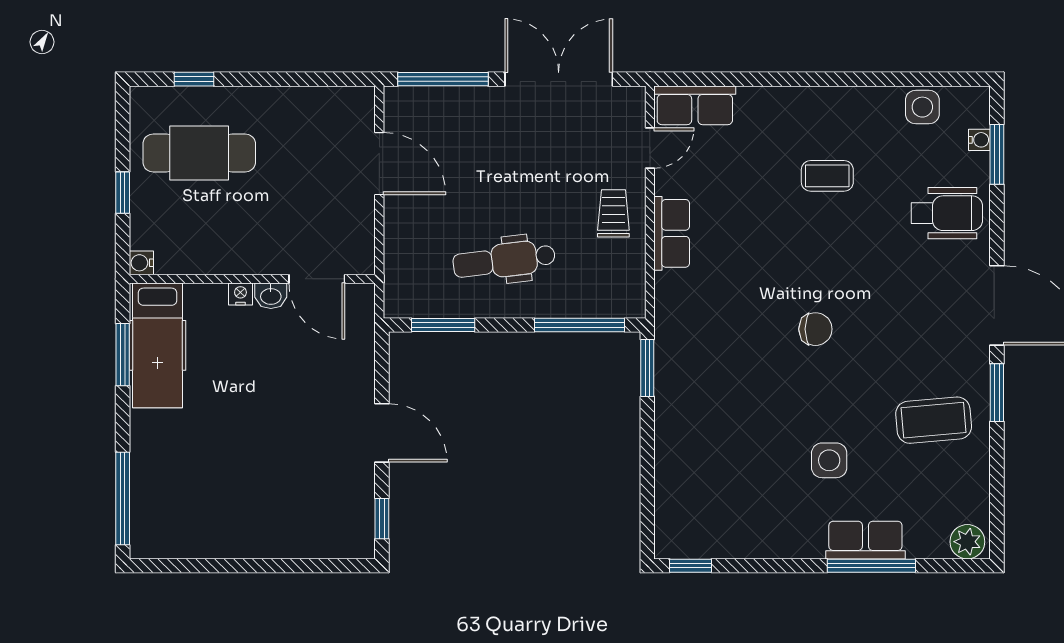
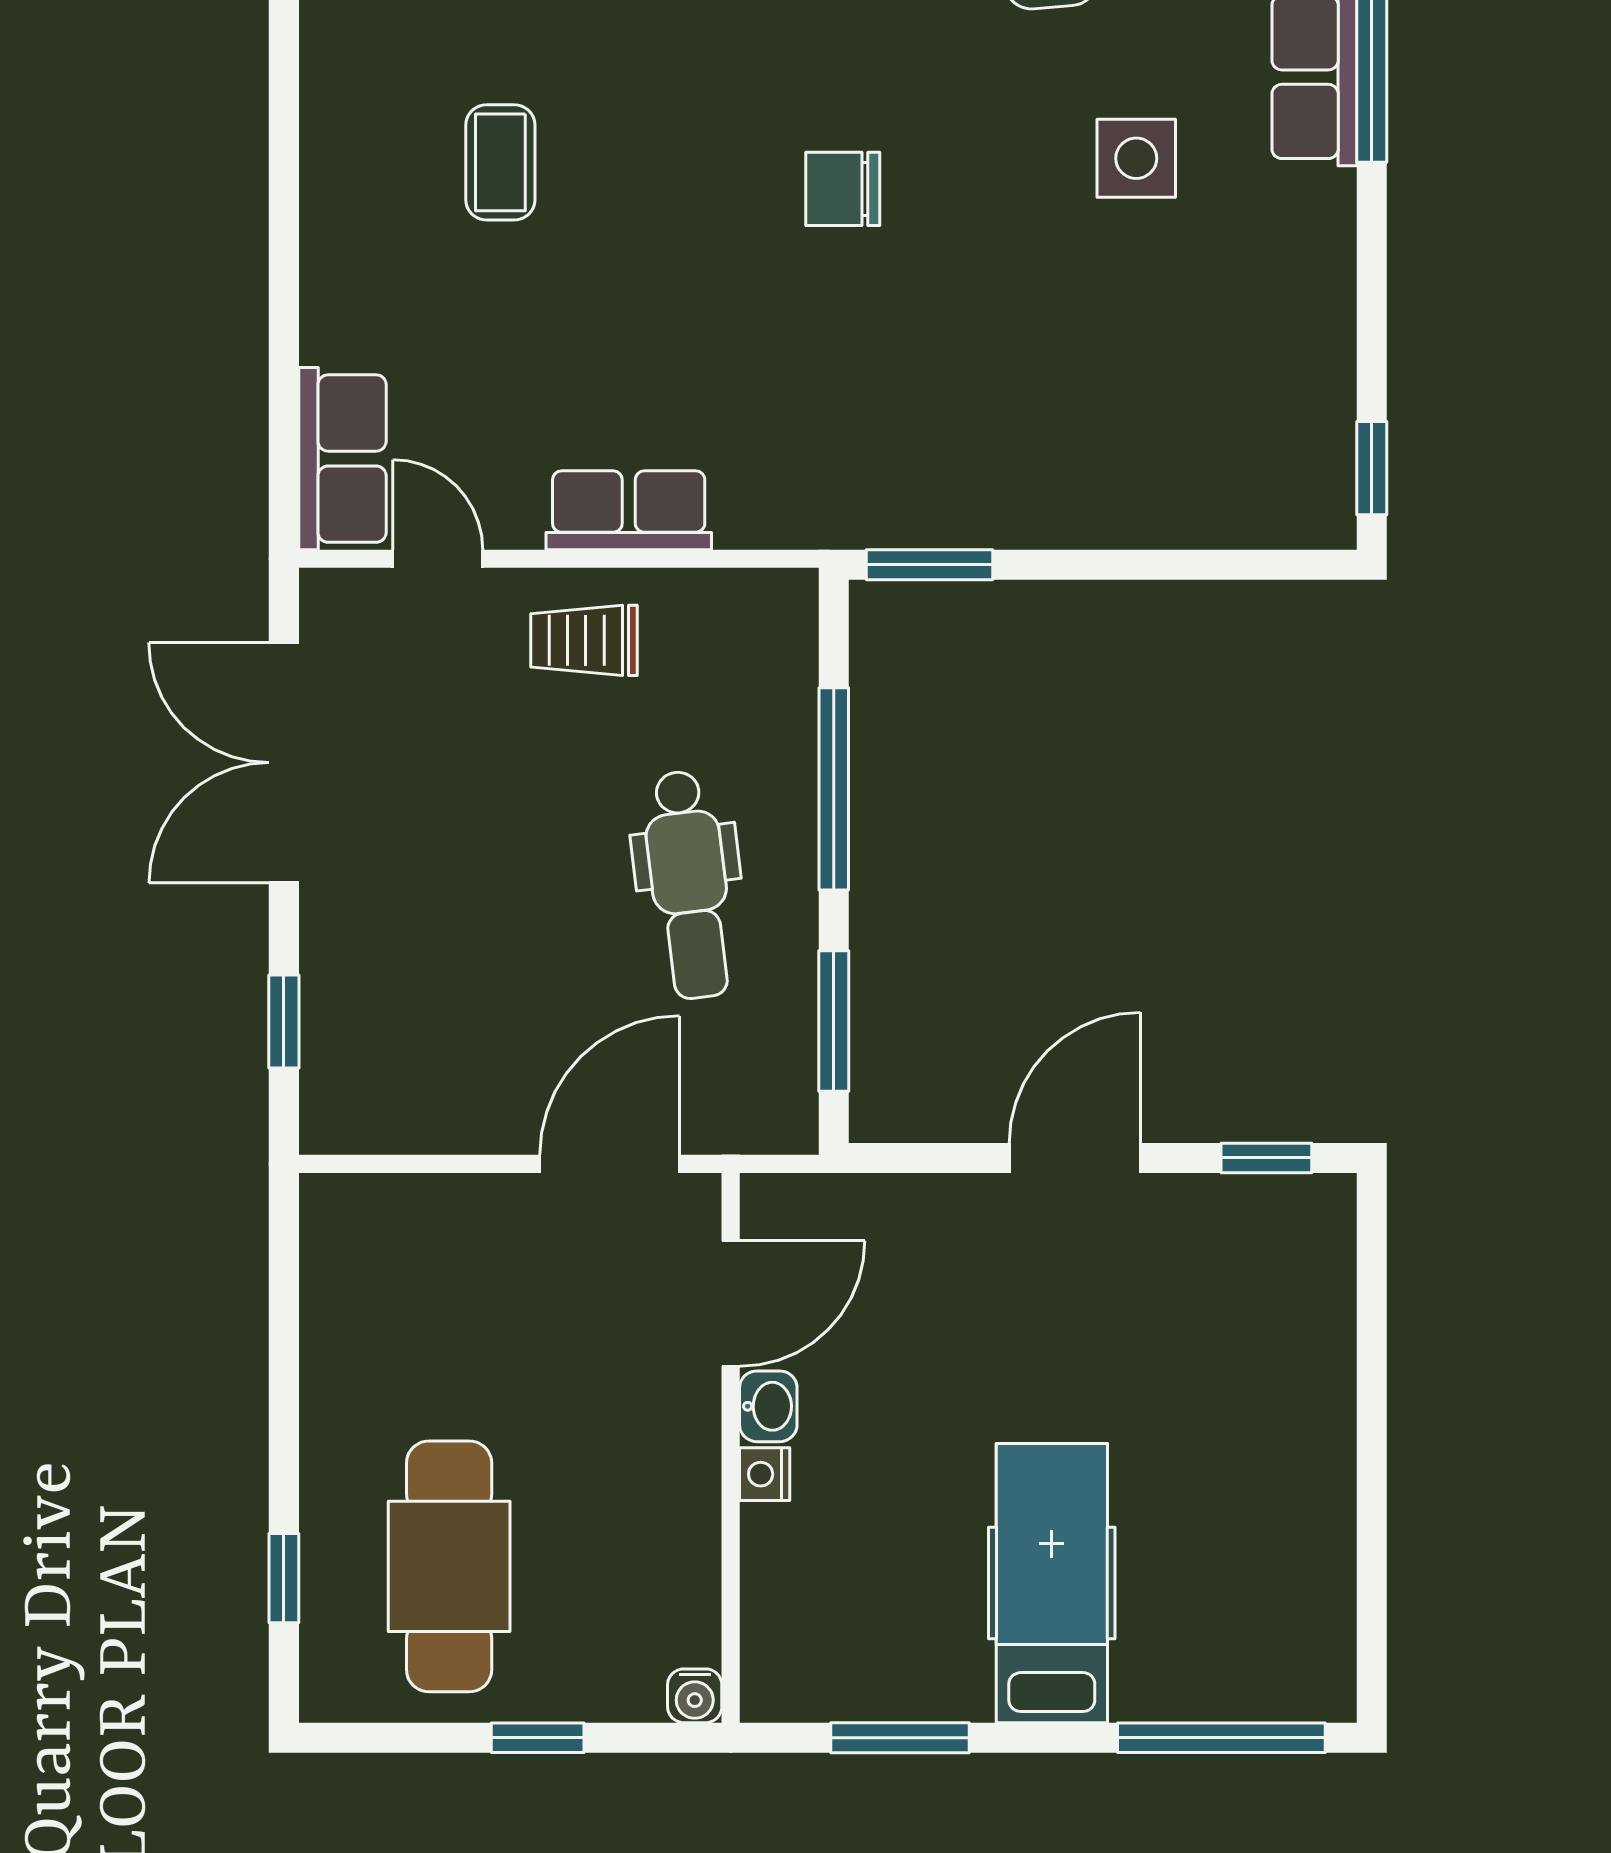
window: (443, 79) -> (284, 1022), width x0.46
door: (379, 164) -> (610, 1164), moved
window: (579, 325) -> (834, 789), moved
chair: (815, 329) -> (843, 189), turned -90
hospital bed: (157, 345) -> (1052, 1583), moved, turned -90

